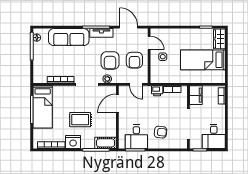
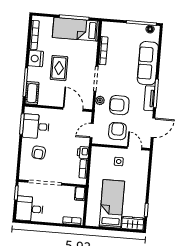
door: (149, 43) -> (135, 148), swing flipped
armchair: (134, 60) -> (117, 131), turned 90
filing cabinet: (196, 95) -> (80, 194), width x0.50

